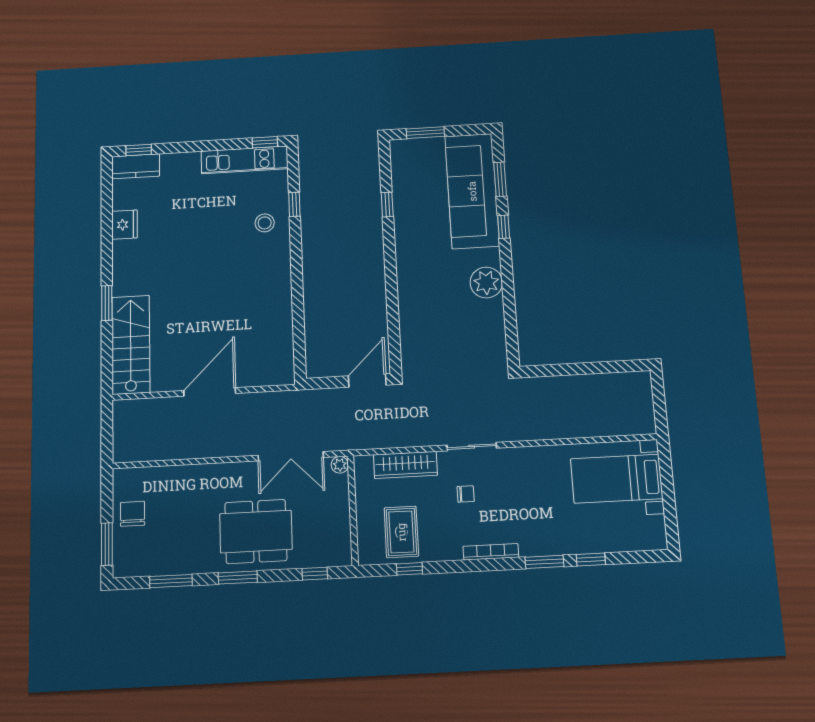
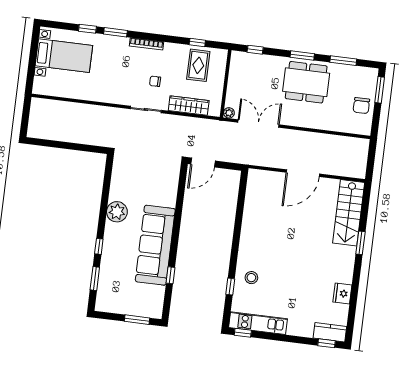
sofa: (472, 191) -> (155, 245), moved, turned 180
bed with nightstands: (617, 479) -> (64, 56), moved
dining table: (256, 531) -> (306, 82), moved

